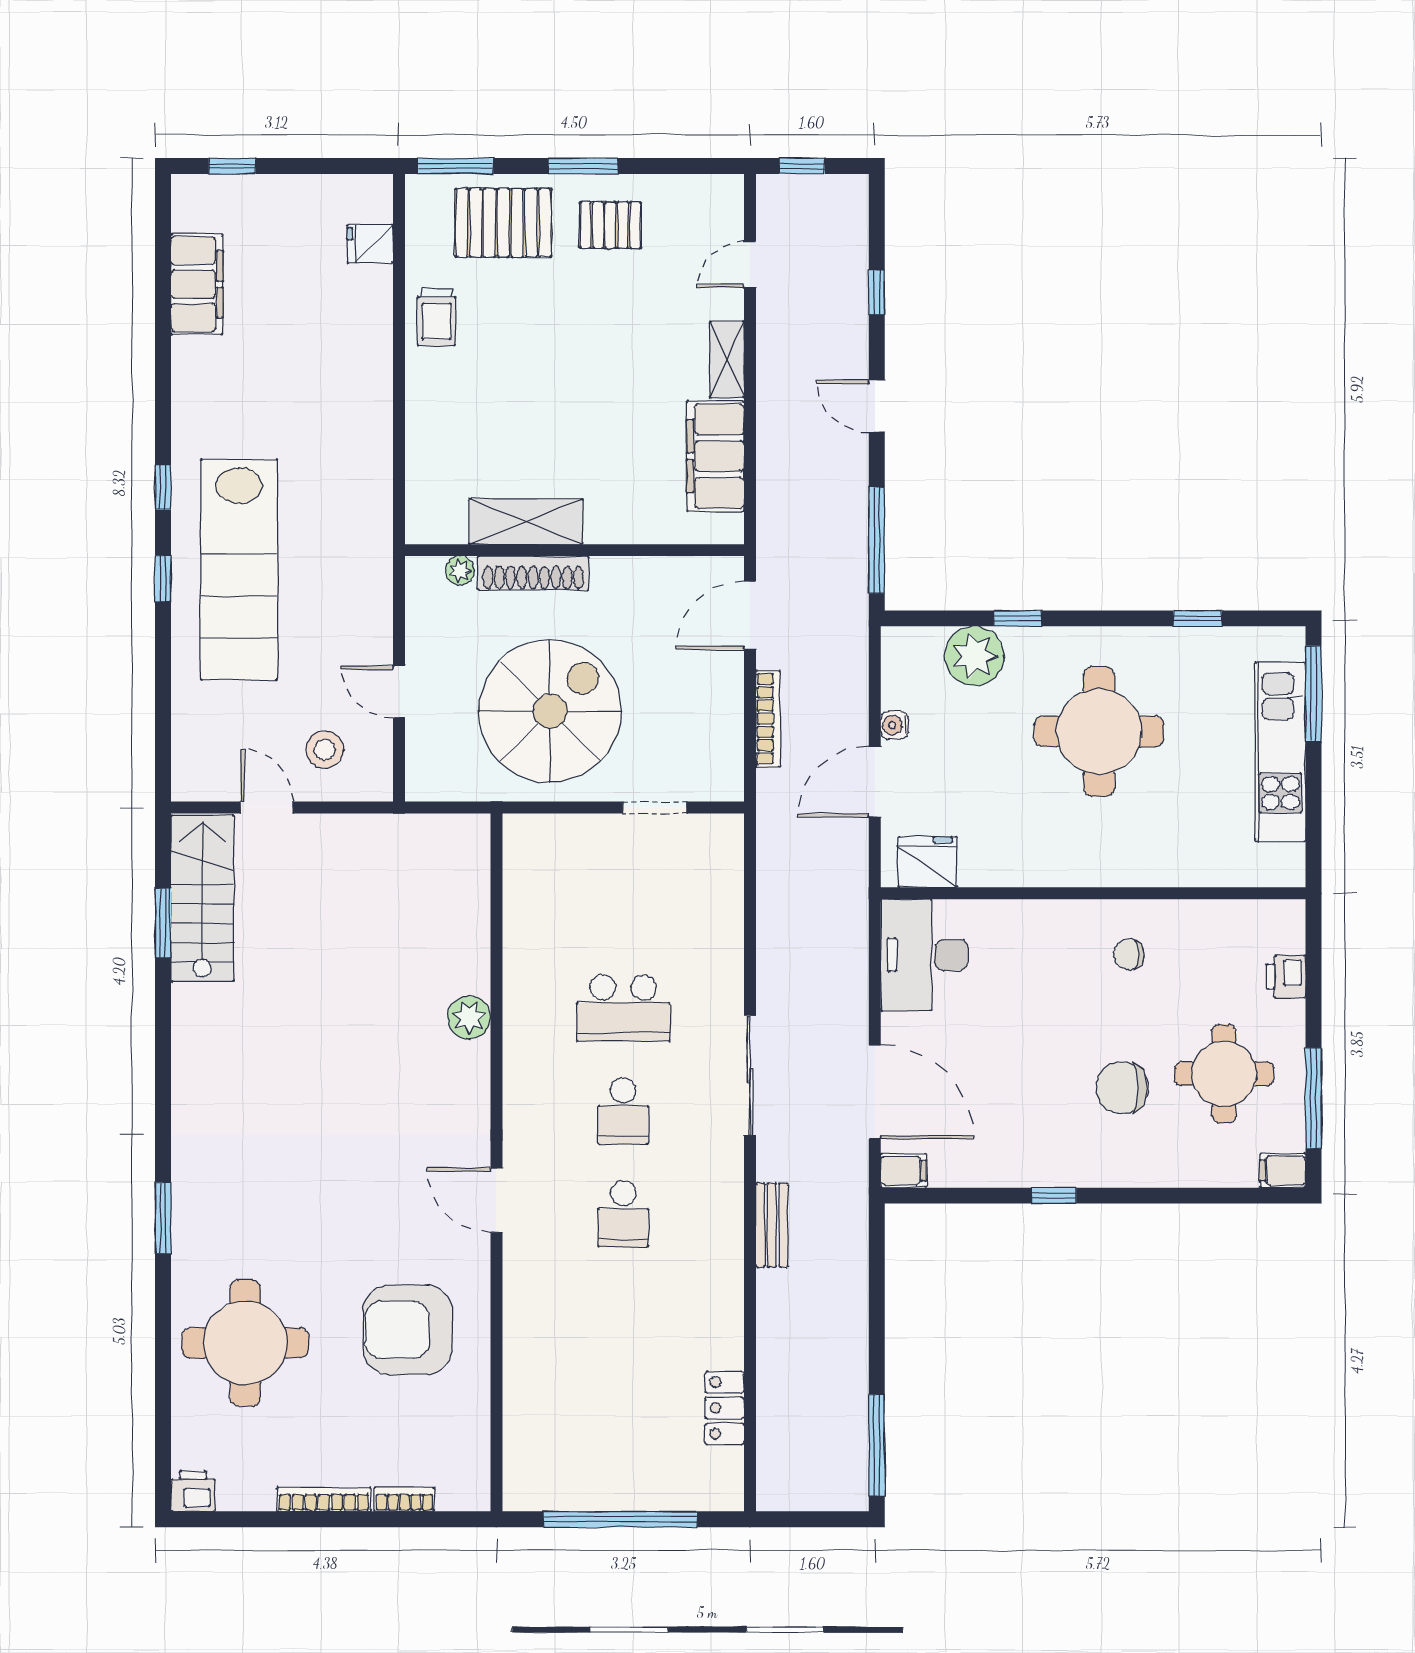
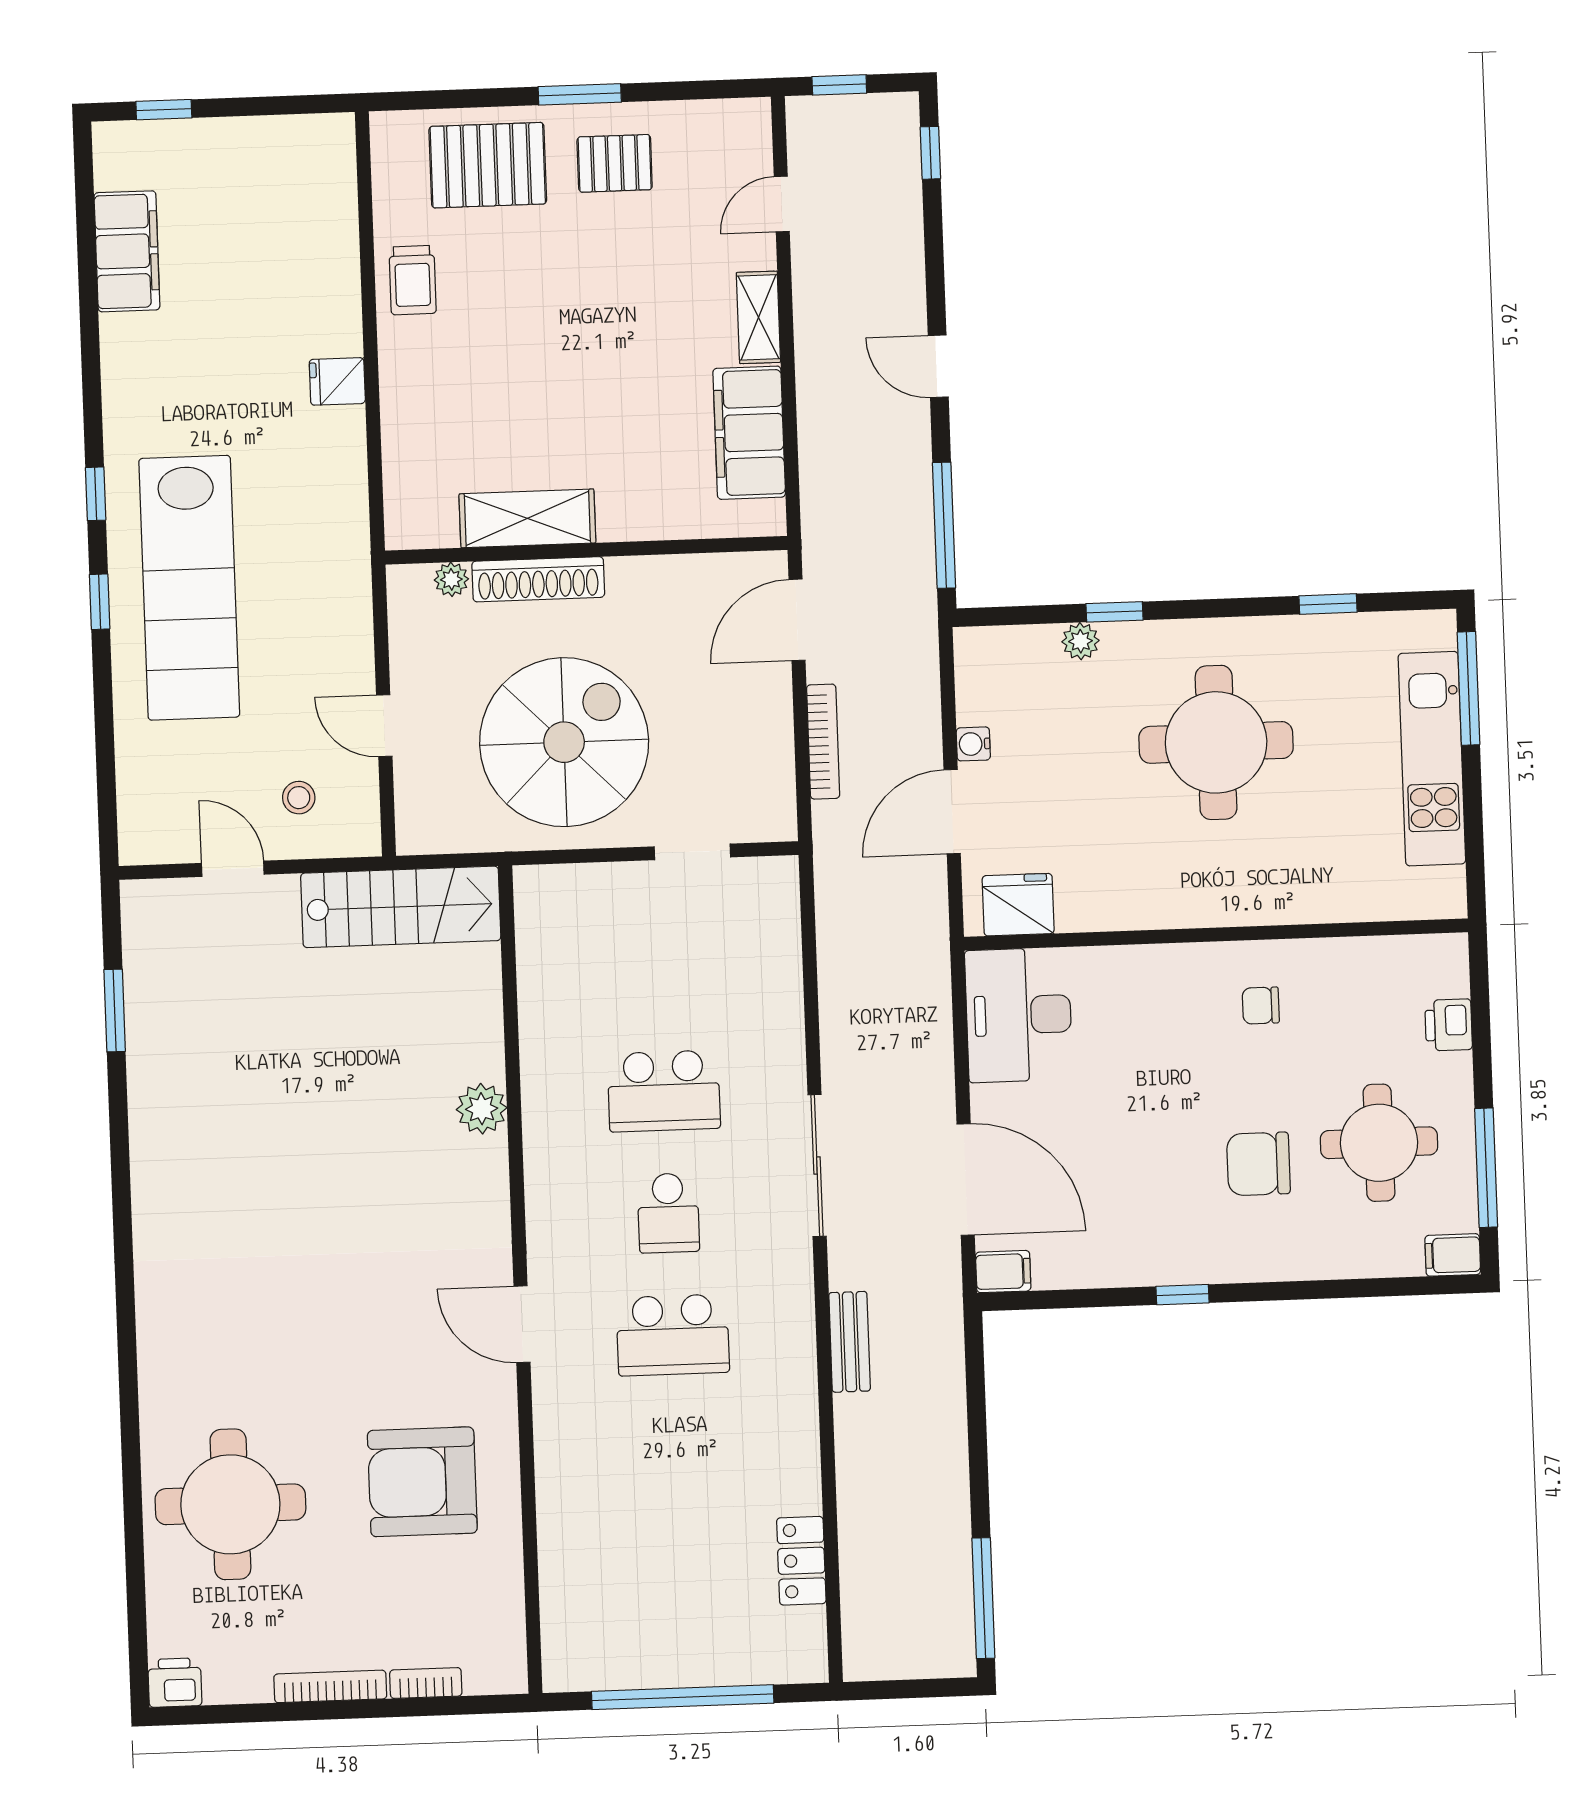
window: (456, 166) -> (428, 100), removed
fridge: (370, 244) -> (337, 381), moved
window: (877, 292) -> (930, 153), moved
plant: (974, 656) -> (1081, 641), width x0.53, depth x0.53
stool: (325, 750) -> (299, 798), width x0.73, depth x0.73
stairs: (202, 898) -> (401, 907), moved, turned 90
school desk: (623, 1214) -> (673, 1335), width x1.85
window: (163, 1218) -> (127, 1360), removed

